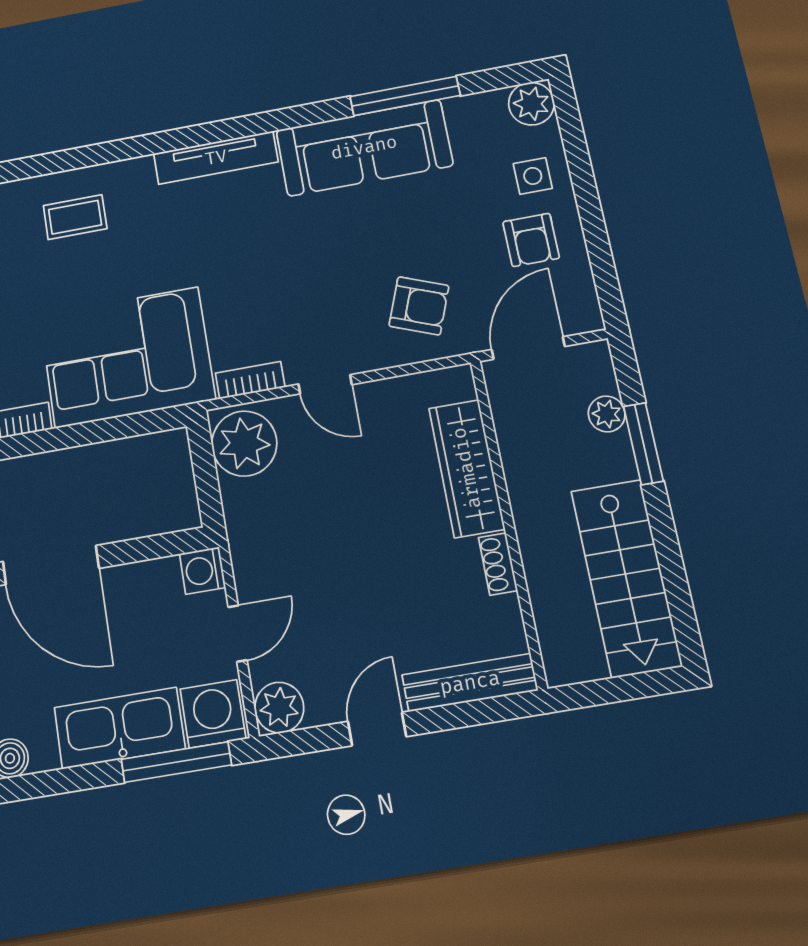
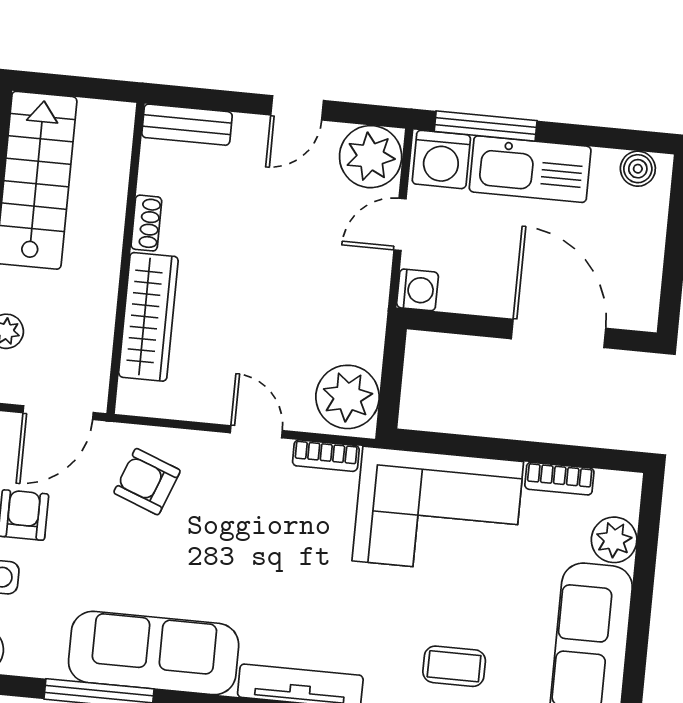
bench: (470, 683) -> (187, 125), width x0.73
plant: (279, 708) -> (371, 157), width x1.36, depth x1.36

